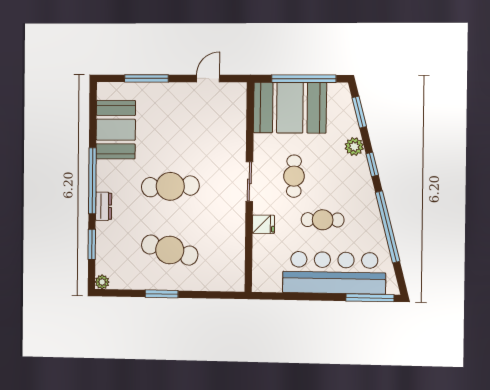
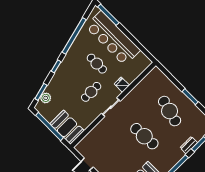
booth: (290, 108) -> (67, 127), width x0.73, depth x0.70
plant: (354, 147) -> (46, 98), moved
dresser: (104, 206) -> (189, 145), moved

